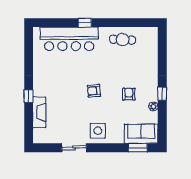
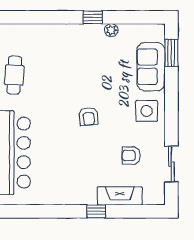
armchair: (129, 94) -> (131, 155), moved
sofa: (141, 134) -> (151, 67), moved
sliding door: (74, 148) -> (171, 164), moved

